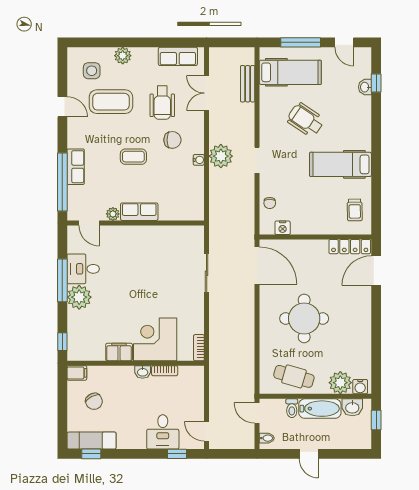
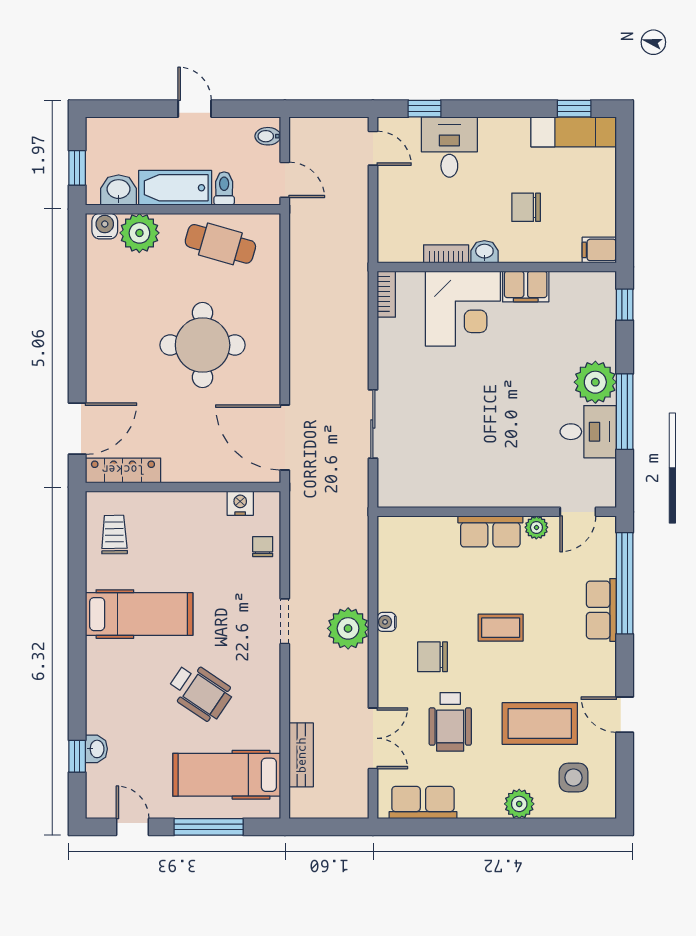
wheelchair: (162, 103) -> (450, 722), turned 180
door: (89, 223) -> (578, 512), swing flipped
chair: (94, 401) -> (526, 207), moved, turned -63

